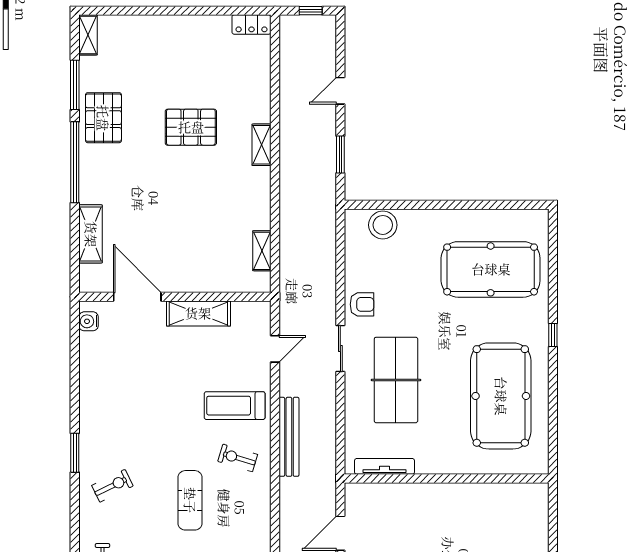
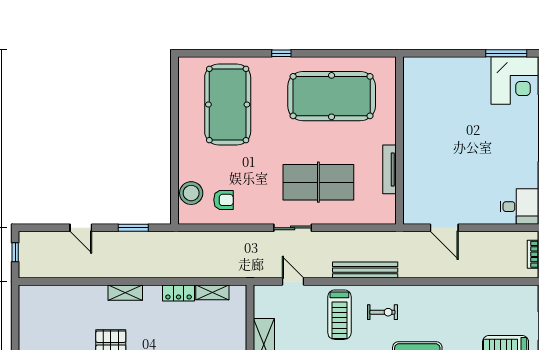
locker: (251, 25) -> (179, 293), moved, turned 90
armchair: (362, 304) -> (223, 200), moved, turned 90
exercise bike: (238, 458) -> (382, 312), turned -107
tv unit: (384, 466) -> (389, 169), moved

